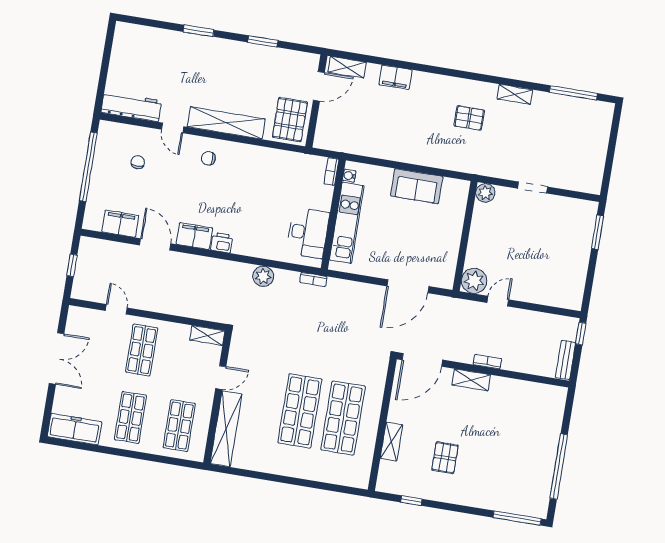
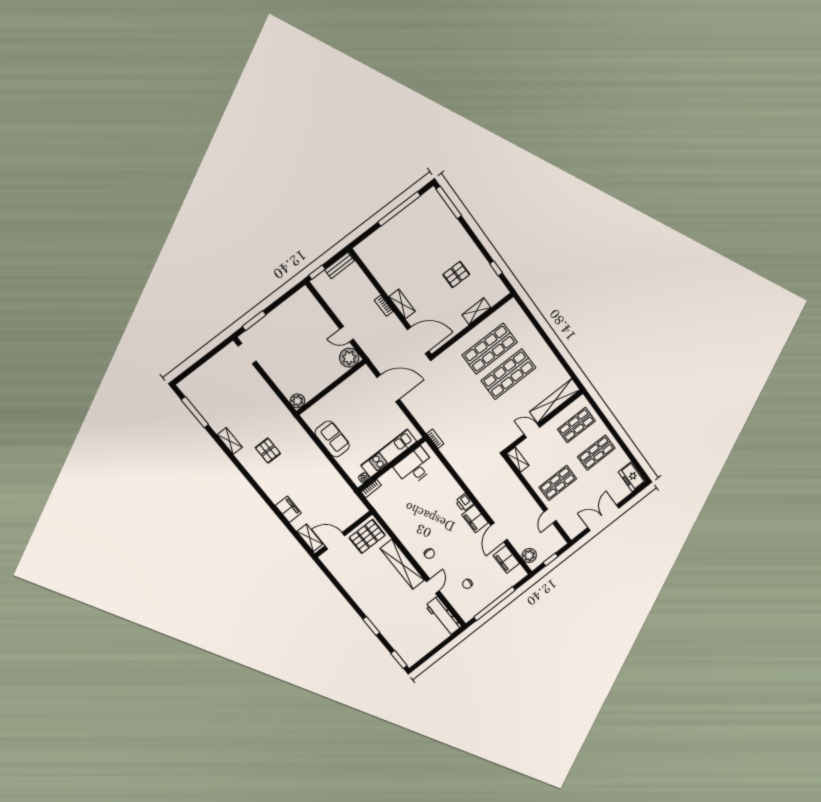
window: (263, 41) -> (399, 659), moved
doorway: (533, 188) -> (247, 354), moved
plant: (263, 276) -> (529, 555), moved
freezer: (75, 429) -> (632, 477), width x0.71

